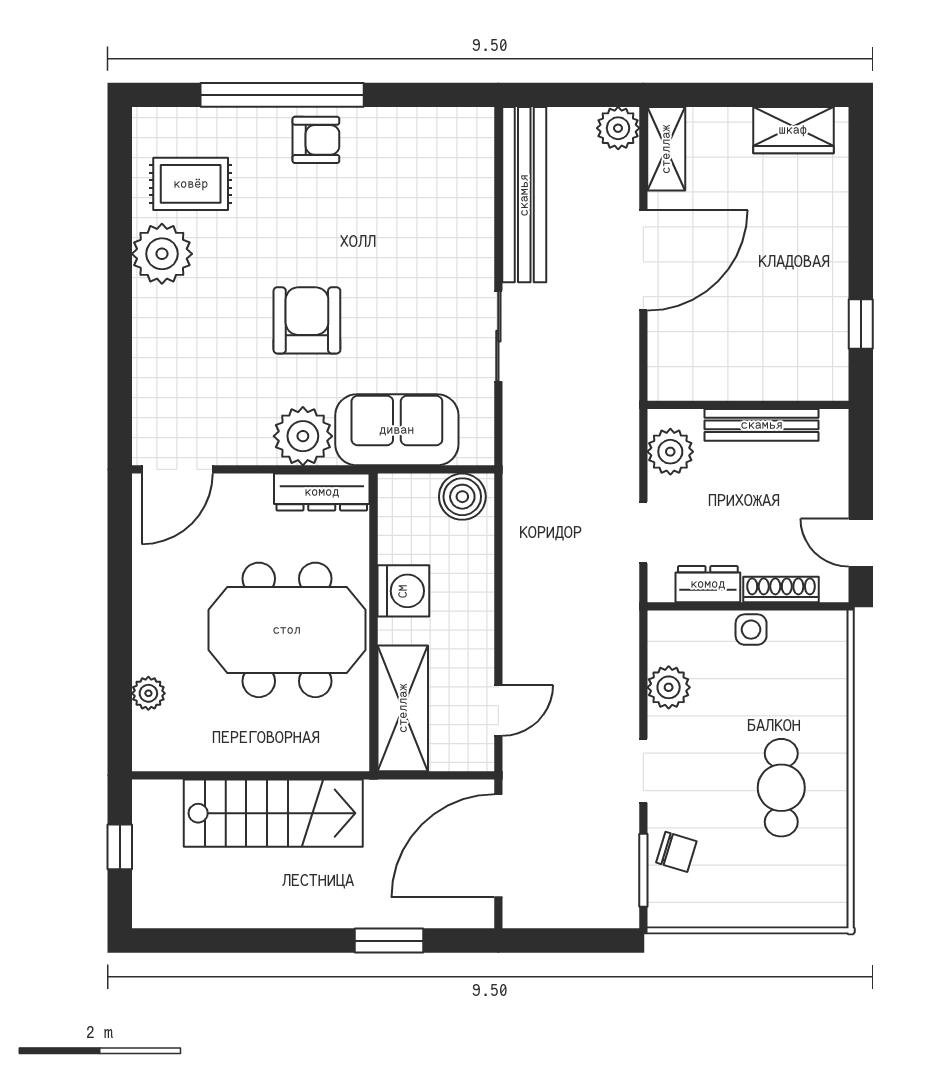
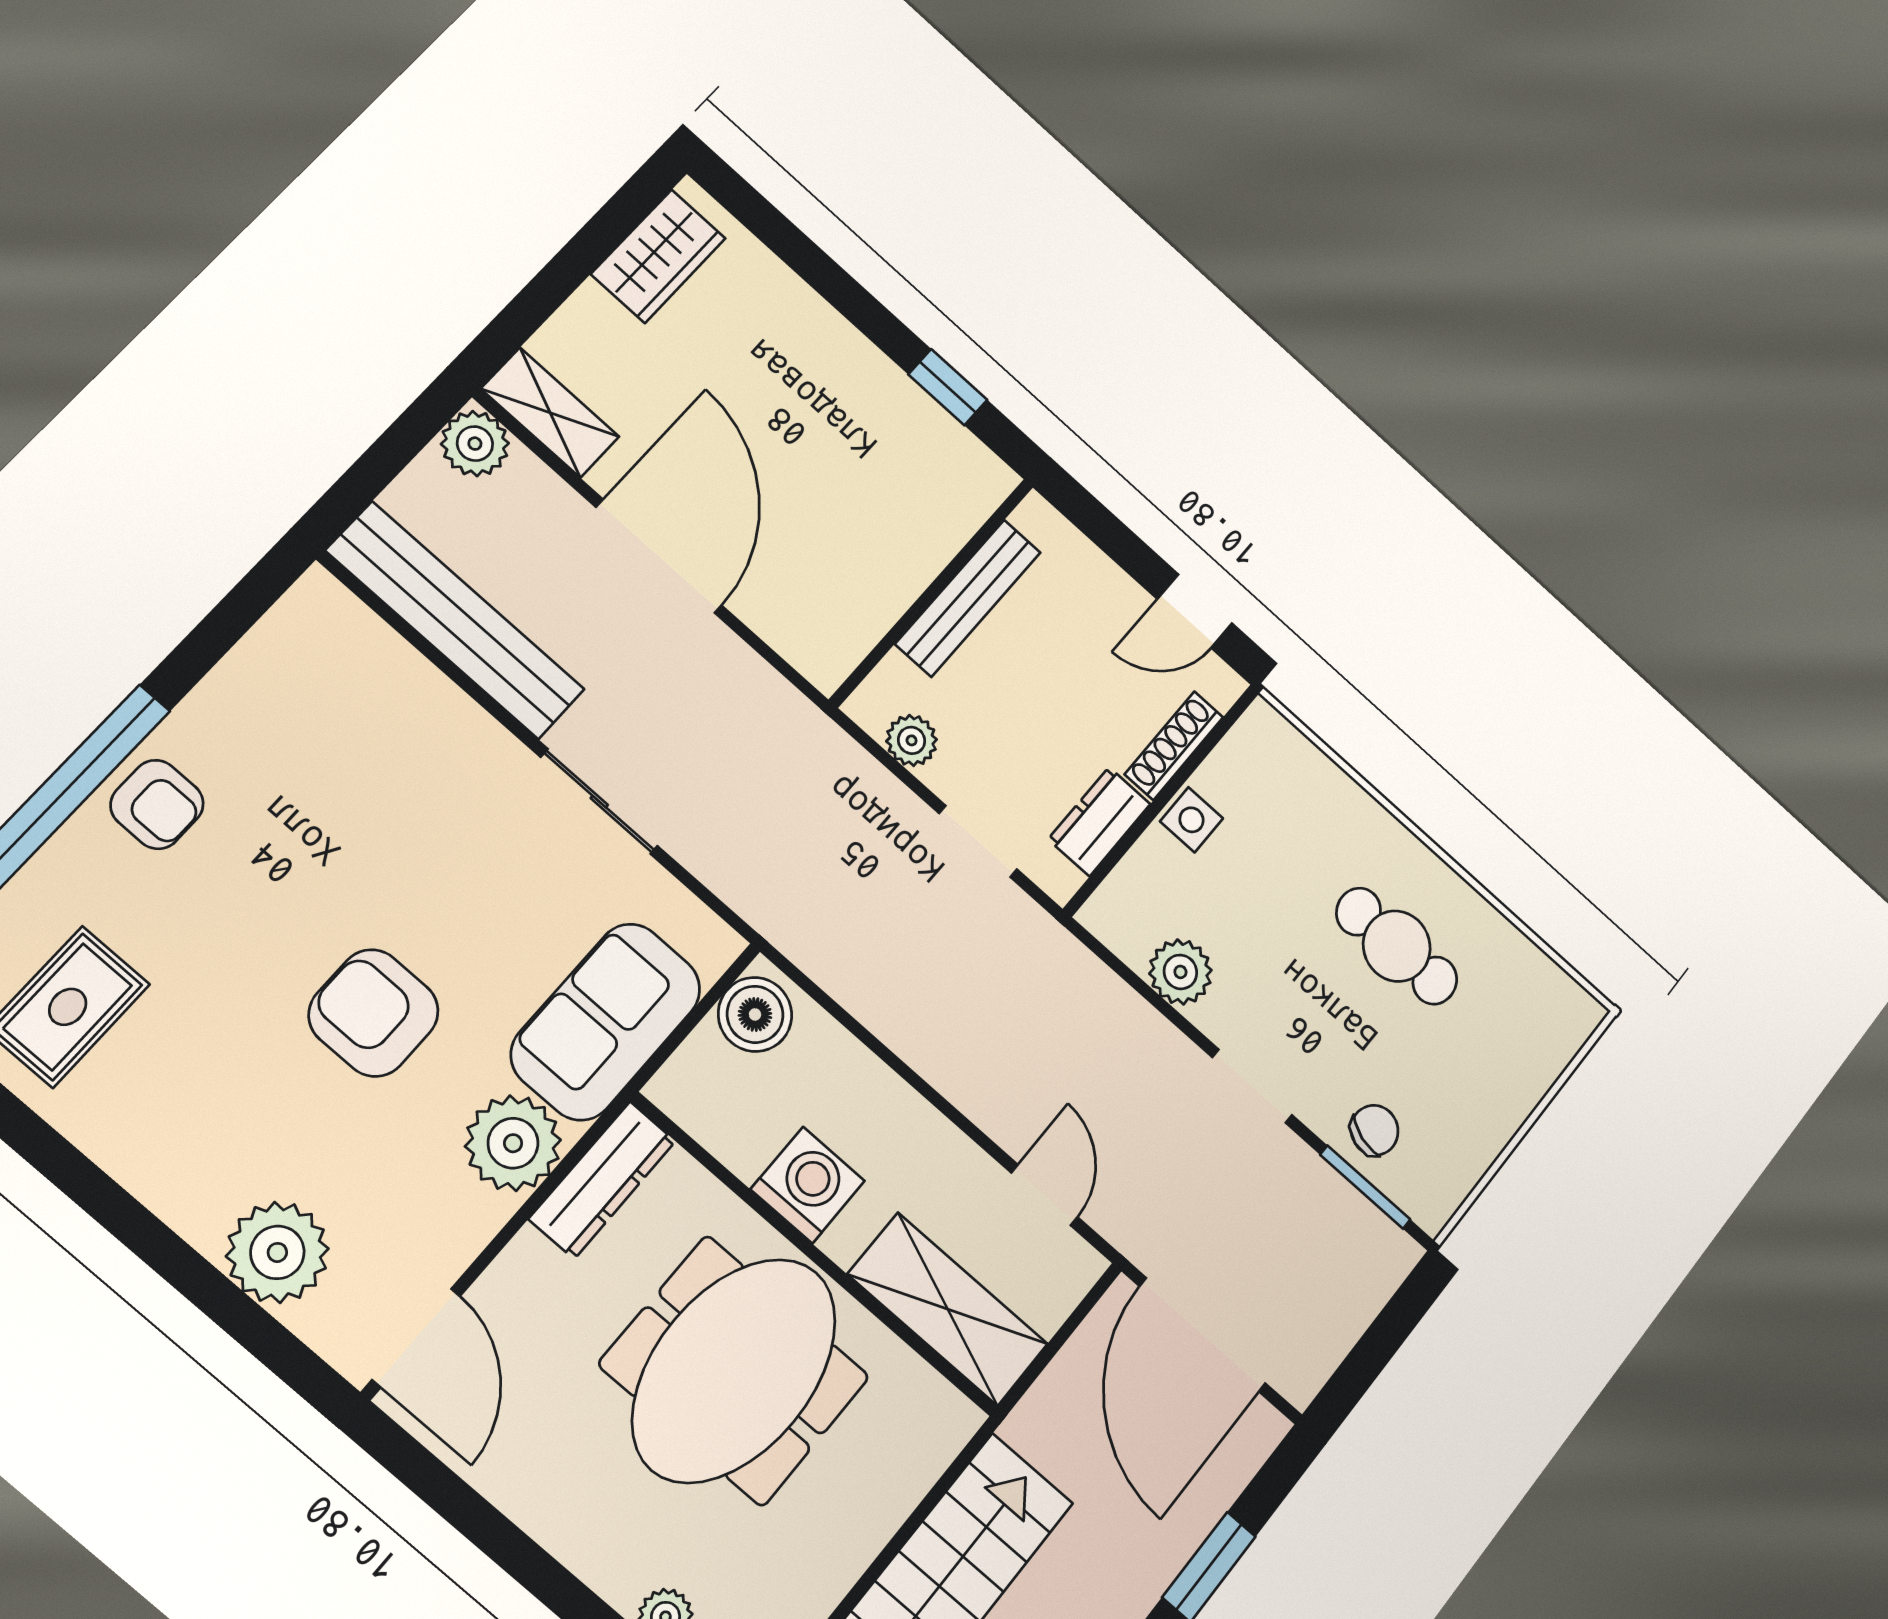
armchair: (316, 140) -> (157, 804), turned 90
plant: (162, 254) -> (277, 1252), moved
plant: (670, 452) -> (912, 740), width x0.73, depth x0.73

